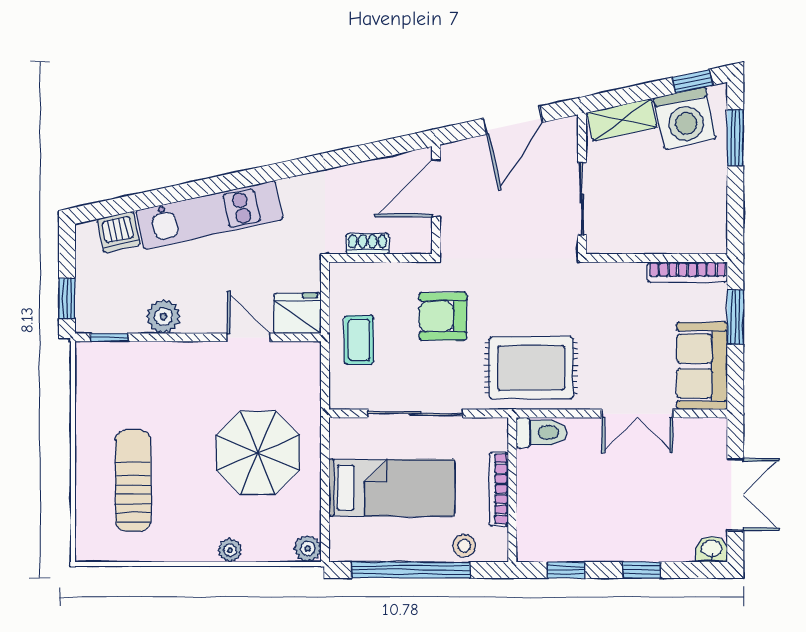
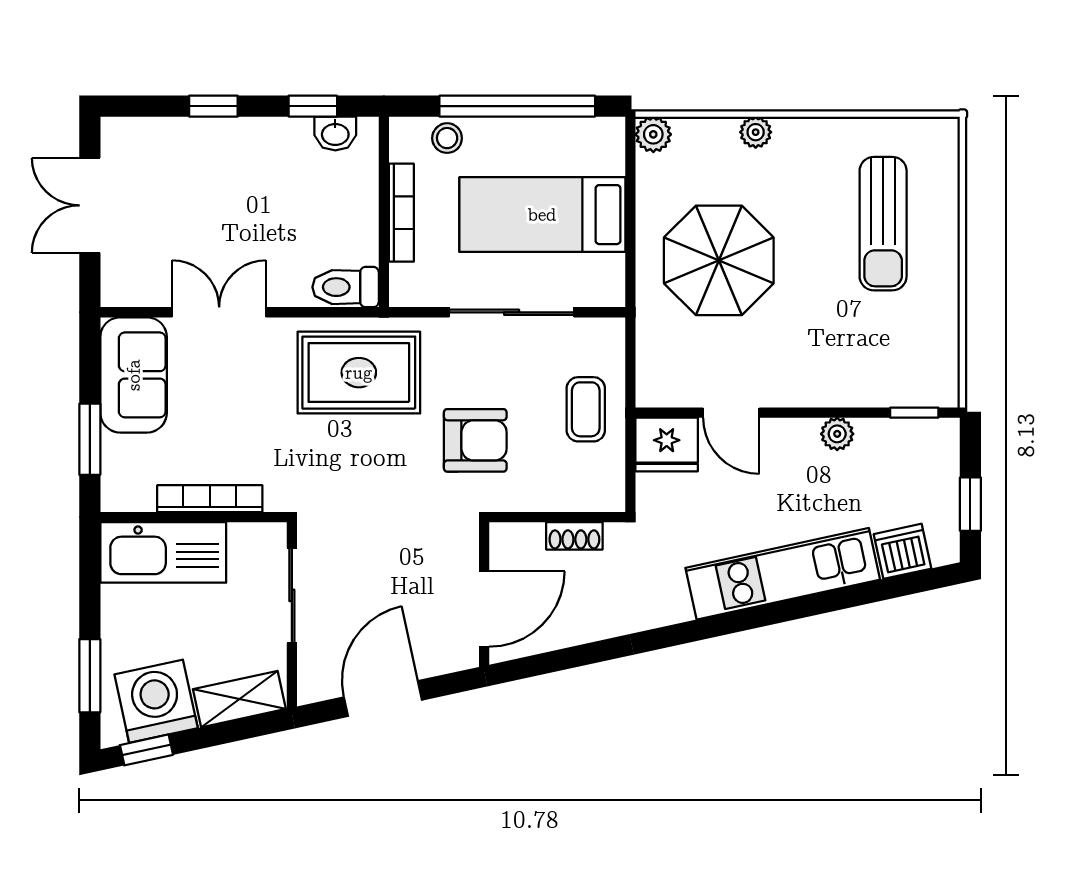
kitchen sink: (680, 231) -> (163, 552), added
bookcase: (687, 272) -> (210, 499), moved
window: (67, 298) -> (970, 504), moved
plant: (163, 317) -> (837, 434), width x0.73, depth x0.73
washbasin: (711, 549) -> (335, 133), moved

